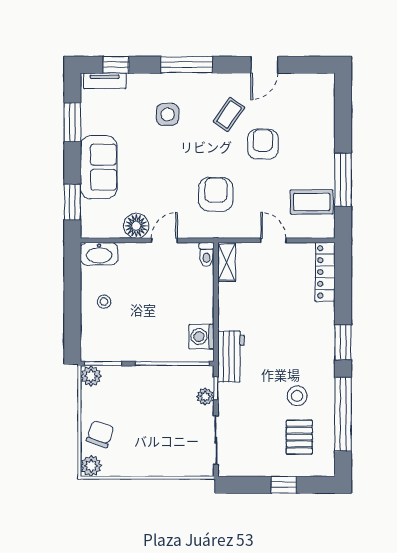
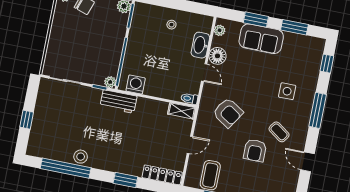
tv unit: (105, 81) -> (318, 54), removed
armchair: (263, 144) -> (255, 150), turned 90
armchair: (216, 194) -> (228, 113), turned 33
window: (72, 202) -> (256, 20), moved
plant: (98, 230) -> (220, 30), added
washbasin: (99, 254) -> (200, 45), moved
window: (343, 342) -> (125, 180), moved
plant: (205, 396) -> (110, 82), moved
stool: (297, 396) -> (81, 157), moved
pallet: (299, 437) -> (56, 136), removed

